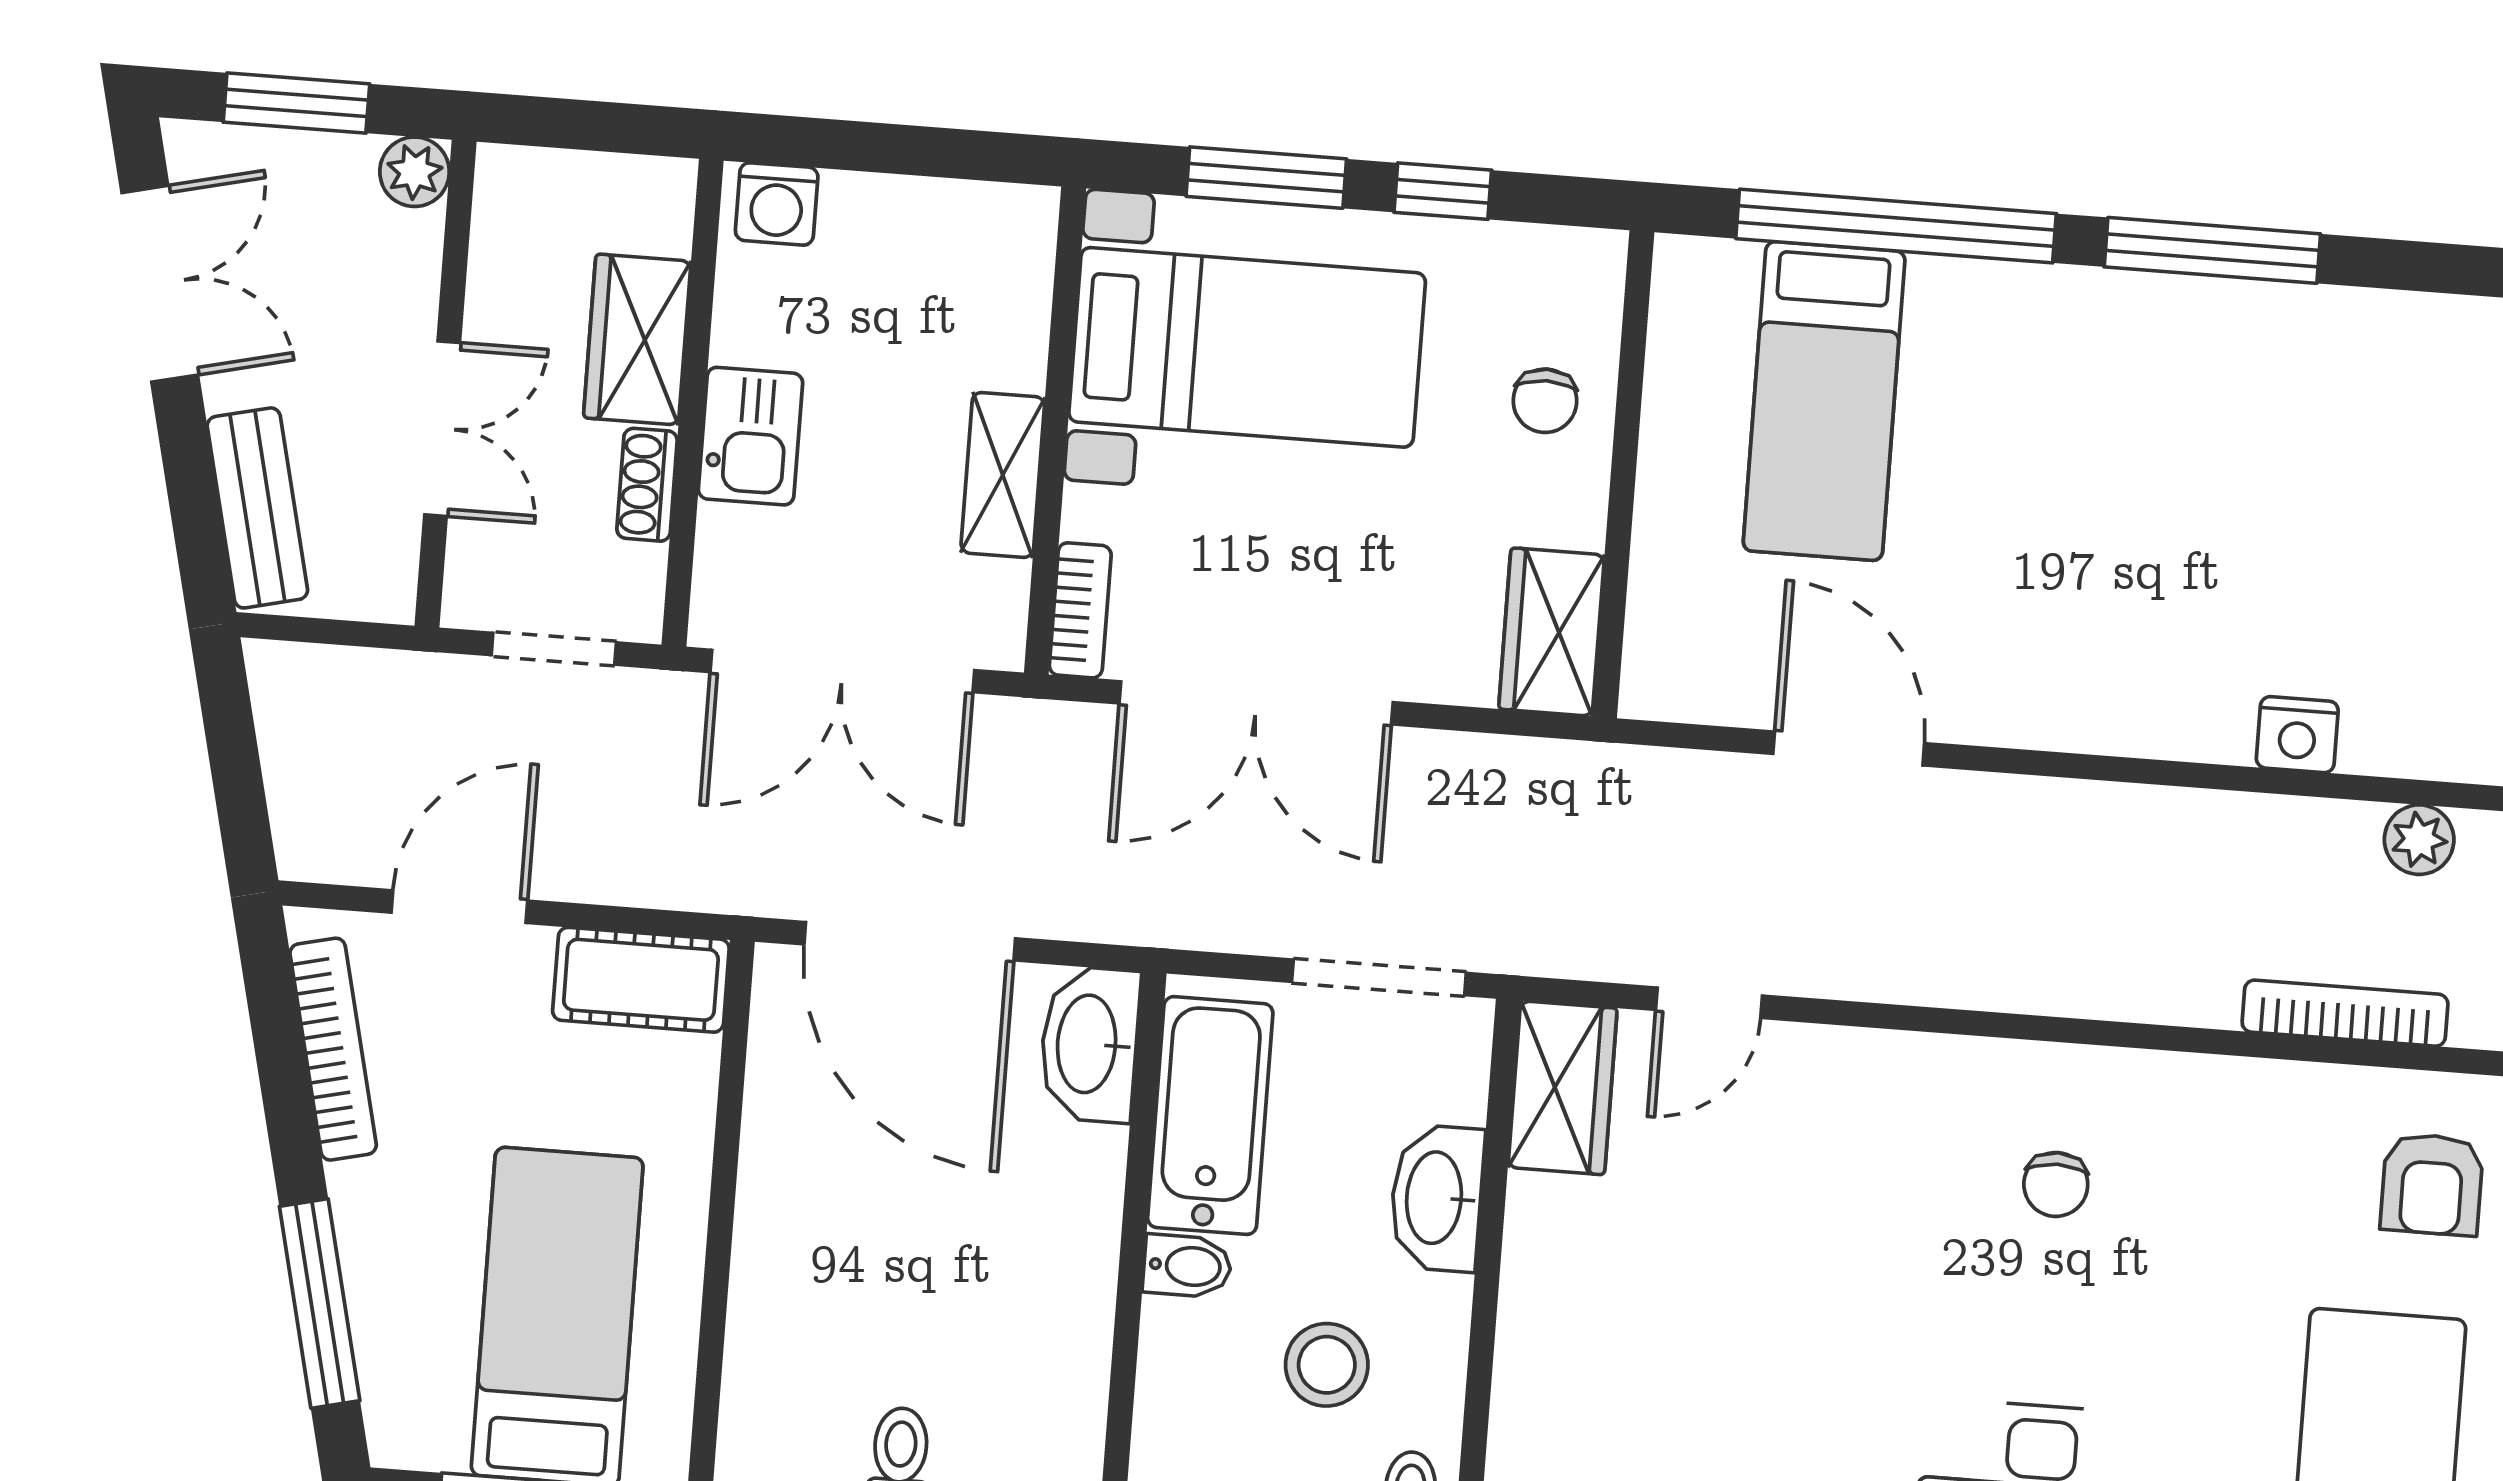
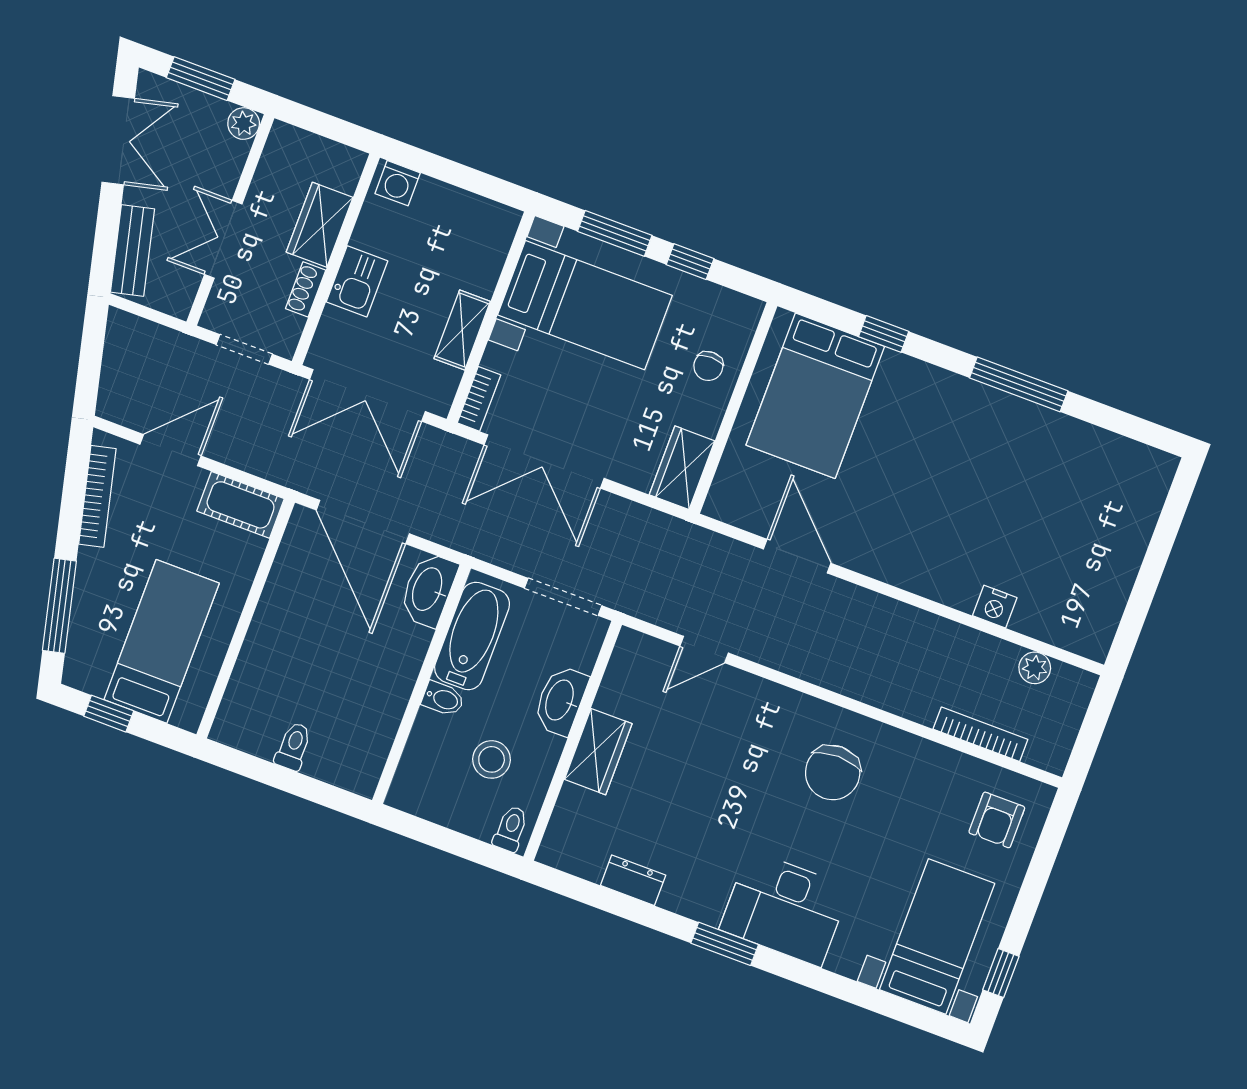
window: (1896, 226) -> (884, 334), width x0.32
bed: (1824, 401) -> (815, 396), width x1.50
double door: (442, 429) -> (223, 239), swing flipped
wardrobe: (1563, 1088) -> (598, 752), moved
chair: (2056, 1184) -> (833, 773), width x1.87, depth x1.87

